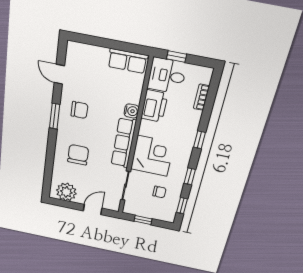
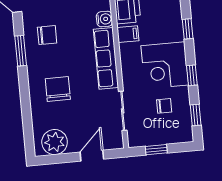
filing cabinet: (148, 129) -> (128, 34), added
corner desk: (152, 156) -> (165, 65), moved, turned 180

